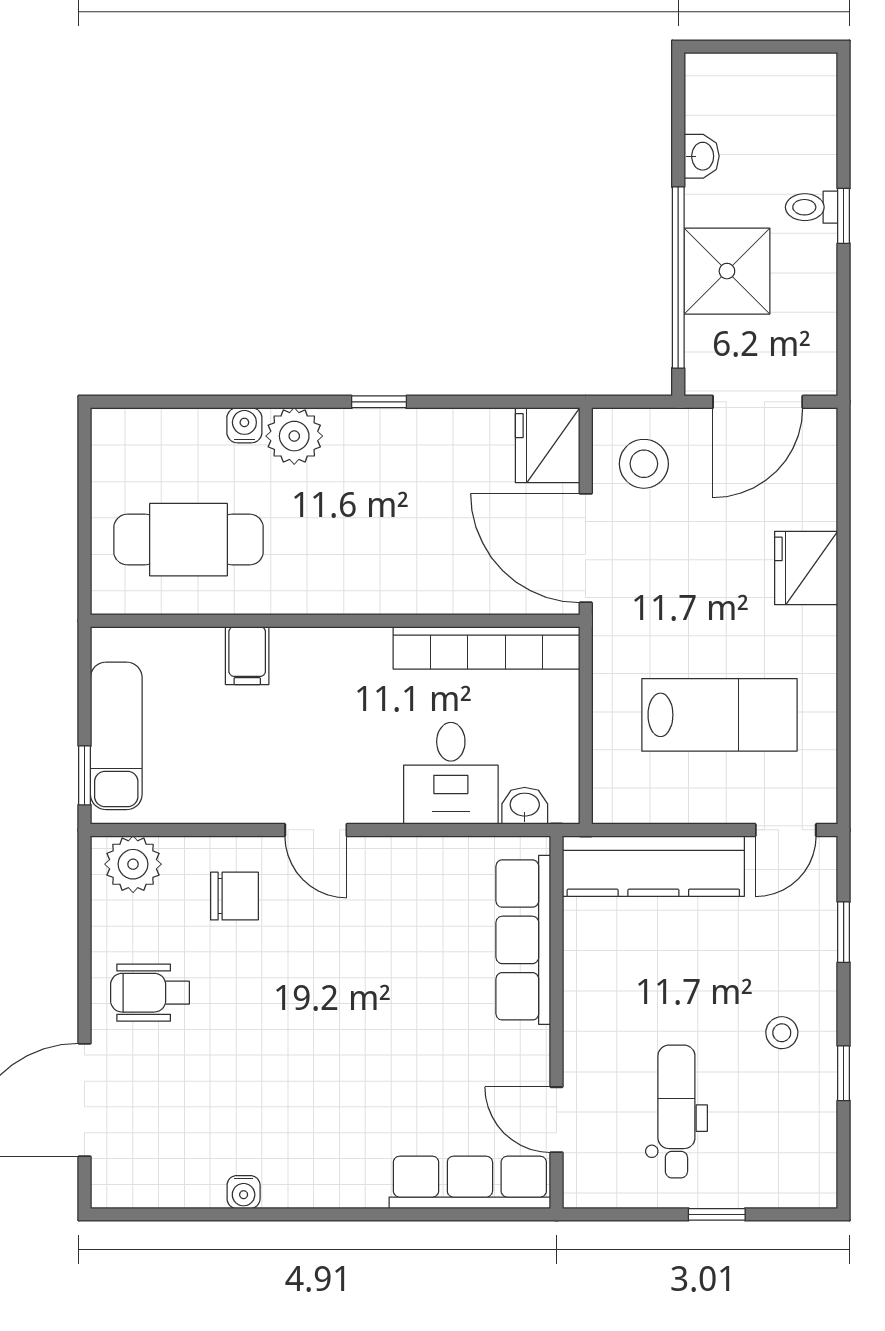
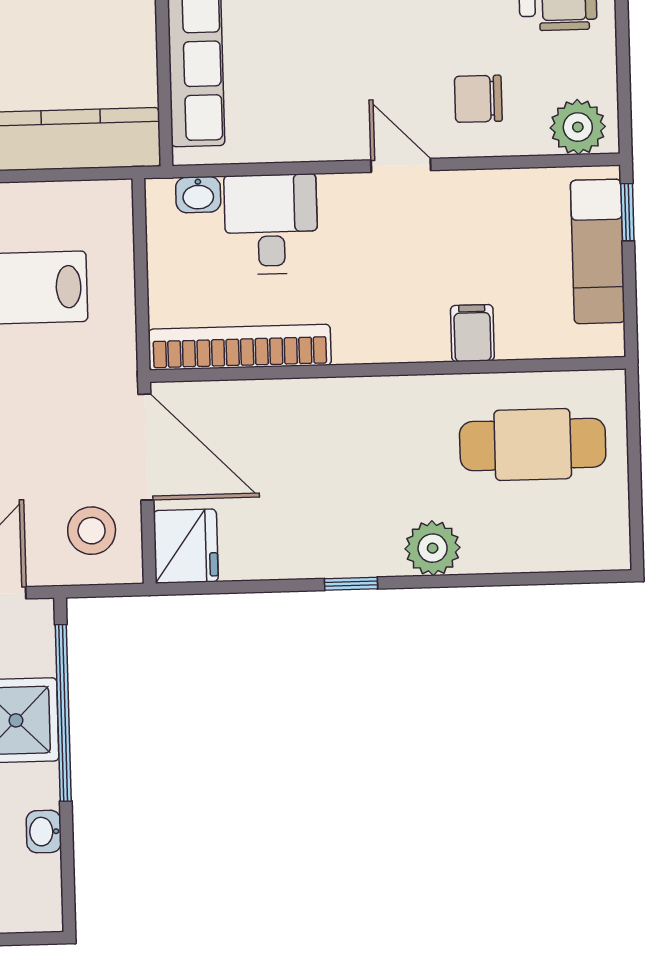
water cooler: (244, 425) -> (481, 557), removed

